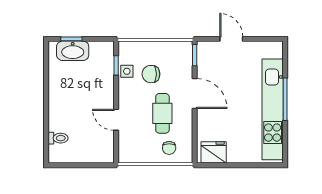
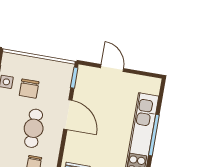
chair: (151, 74) -> (29, 89), turned -90

